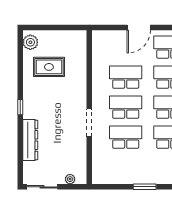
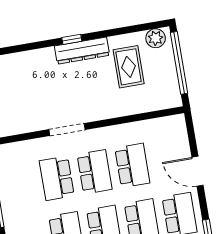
window: (53, 27) -> (179, 63), added
school desk: (126, 137) -> (57, 178), turned 180
dresser: (30, 140) -> (82, 51), moved

